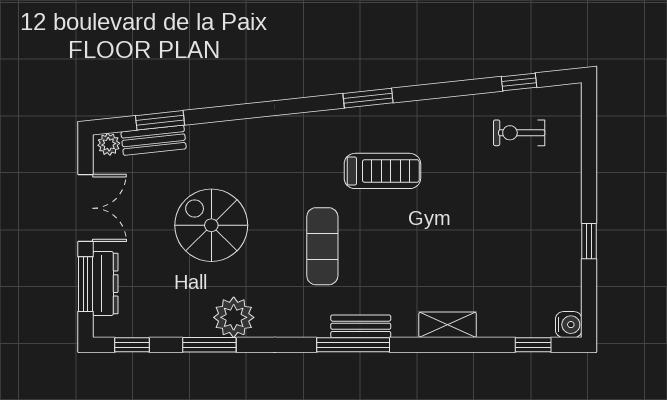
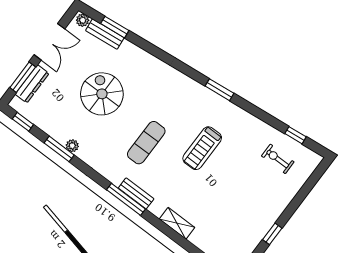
treadmill: (382, 171) -> (202, 148), moved, turned 90
plant: (234, 317) -> (72, 146), width x0.53, depth x0.53

